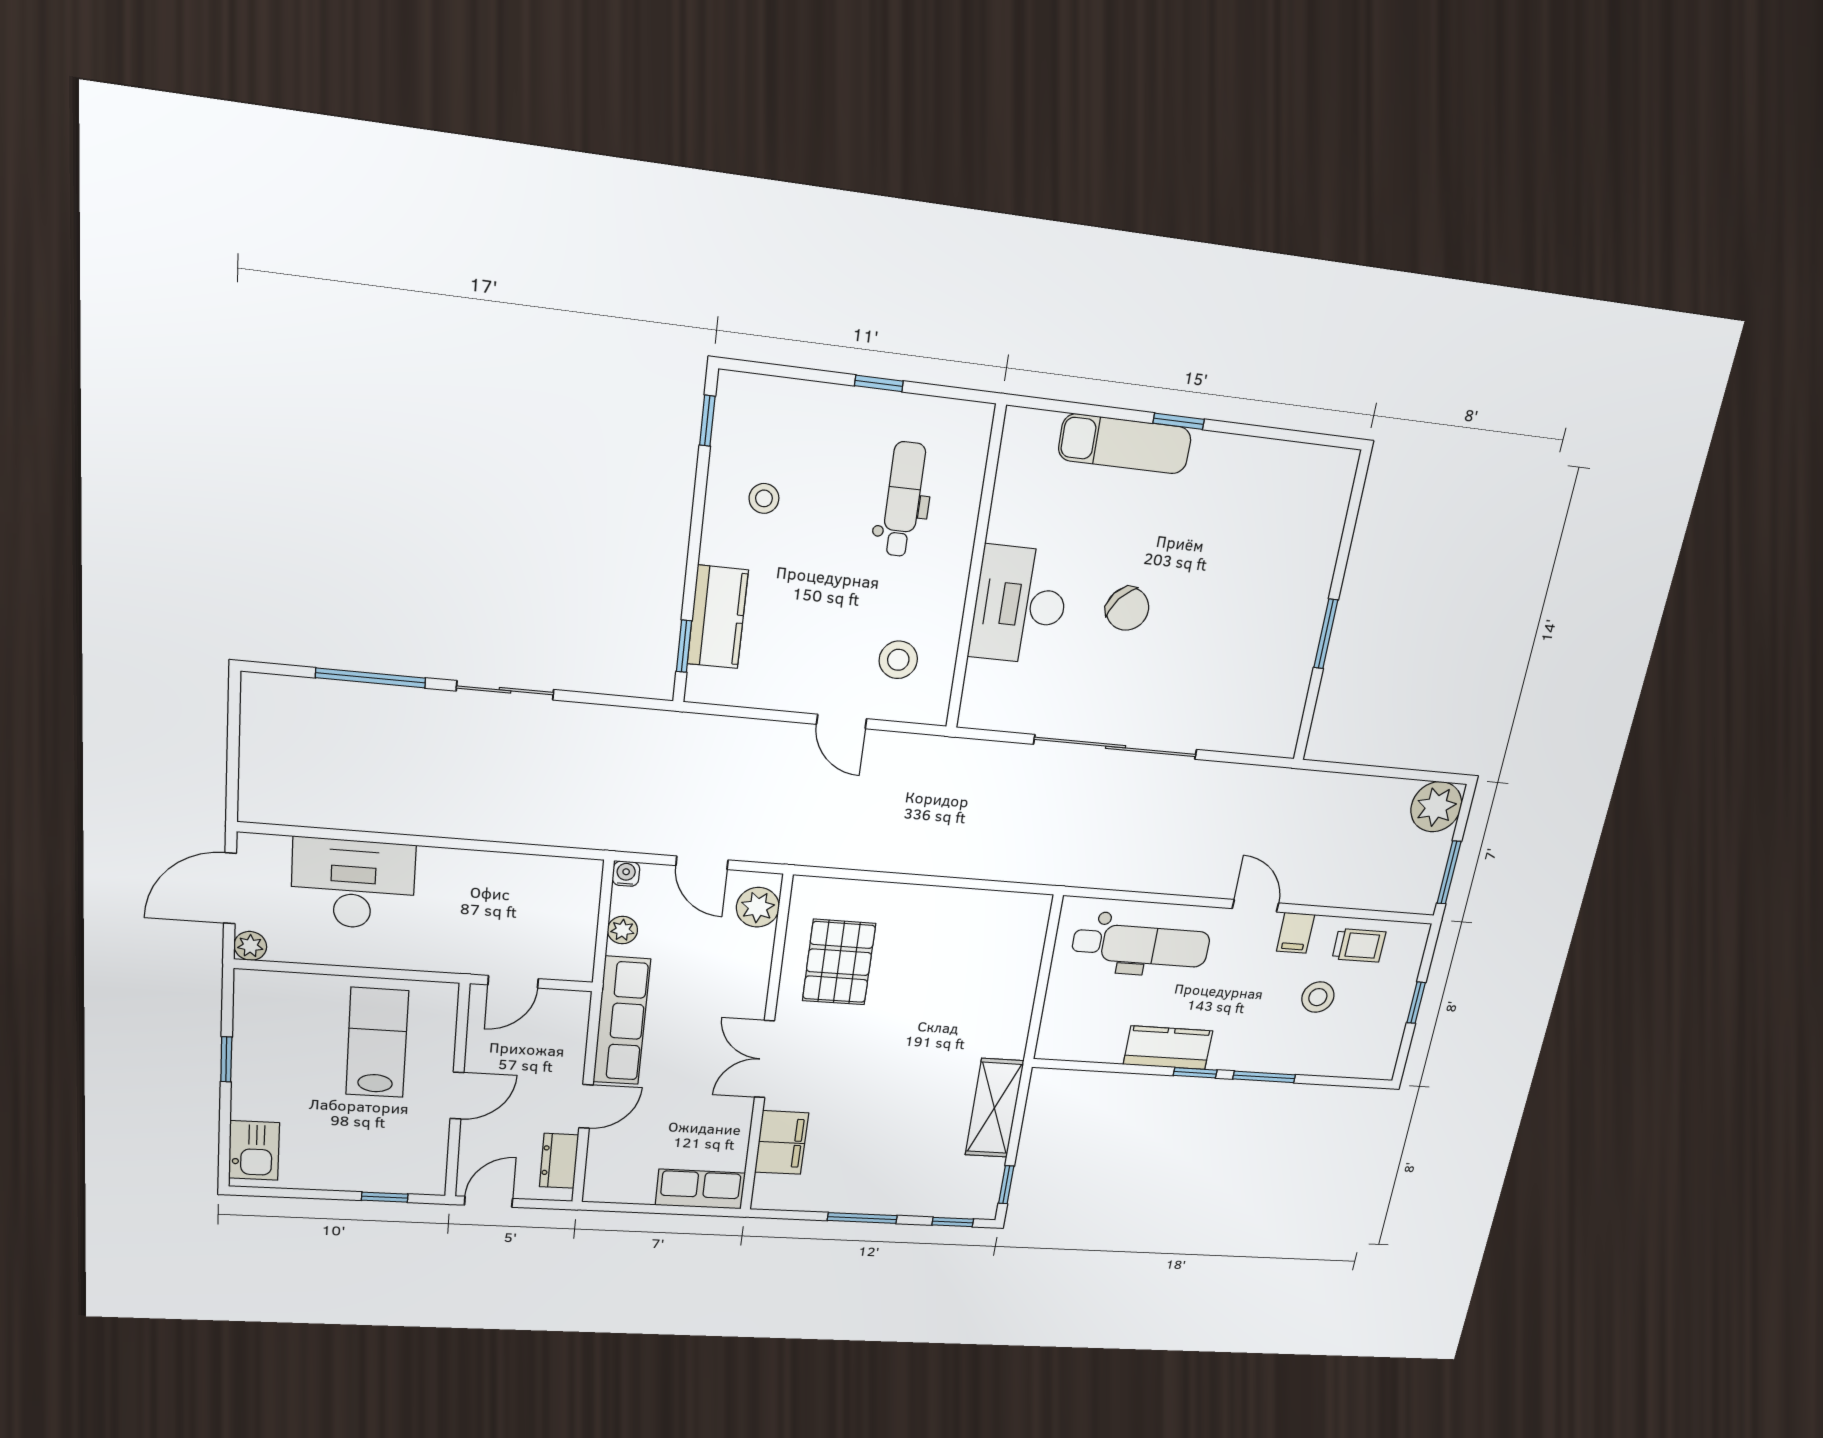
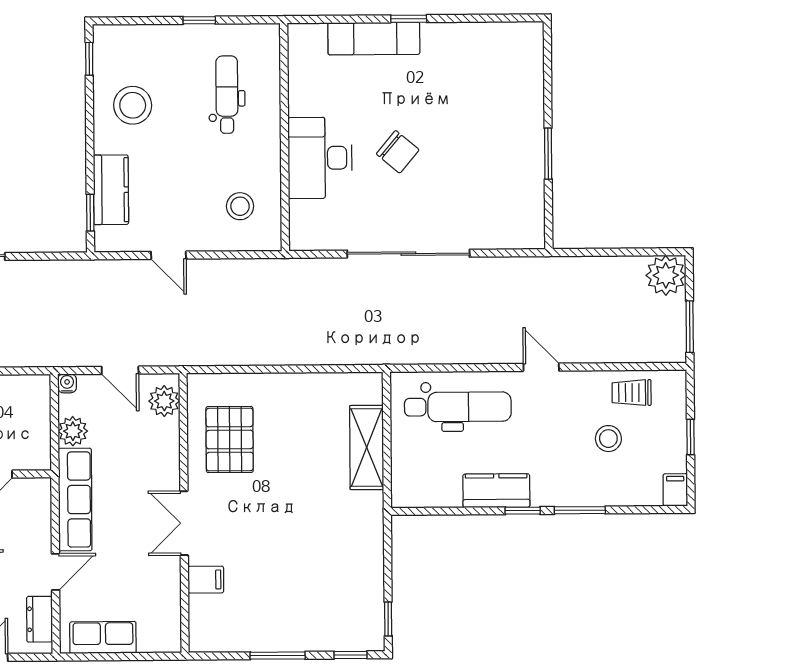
stool: (764, 498) -> (133, 105), width x1.89, depth x1.89
door: (842, 722) -> (168, 255), moved
plant: (622, 930) -> (73, 431), width x1.38, depth x1.38
filing cabinet: (1295, 933) -> (675, 490), moved, turned 180
trolley: (1359, 945) -> (632, 393), turned 180
shelving: (994, 1108) -> (367, 447), moved
filing cabinet: (782, 1143) -> (206, 580), width x0.50
row of seats: (700, 1189) -> (103, 637), moved

